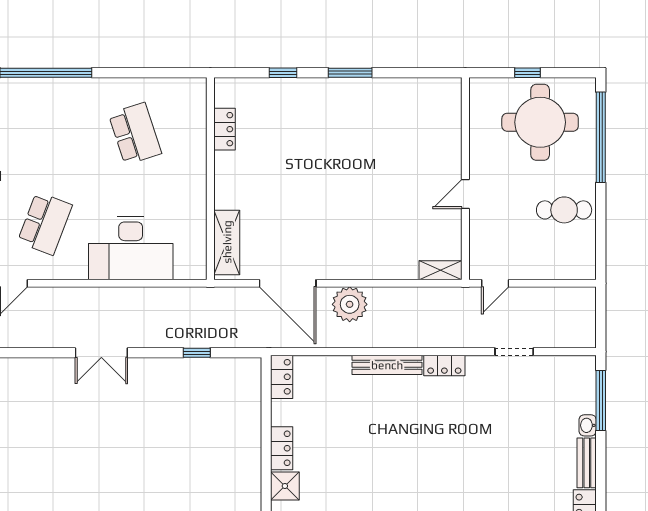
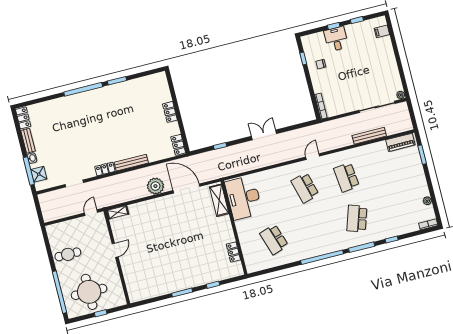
school desk: (45, 223) -> (305, 188), turned -36
desk: (131, 248) -> (244, 198), moved, turned -90
shower: (285, 486) -> (39, 174), moved

